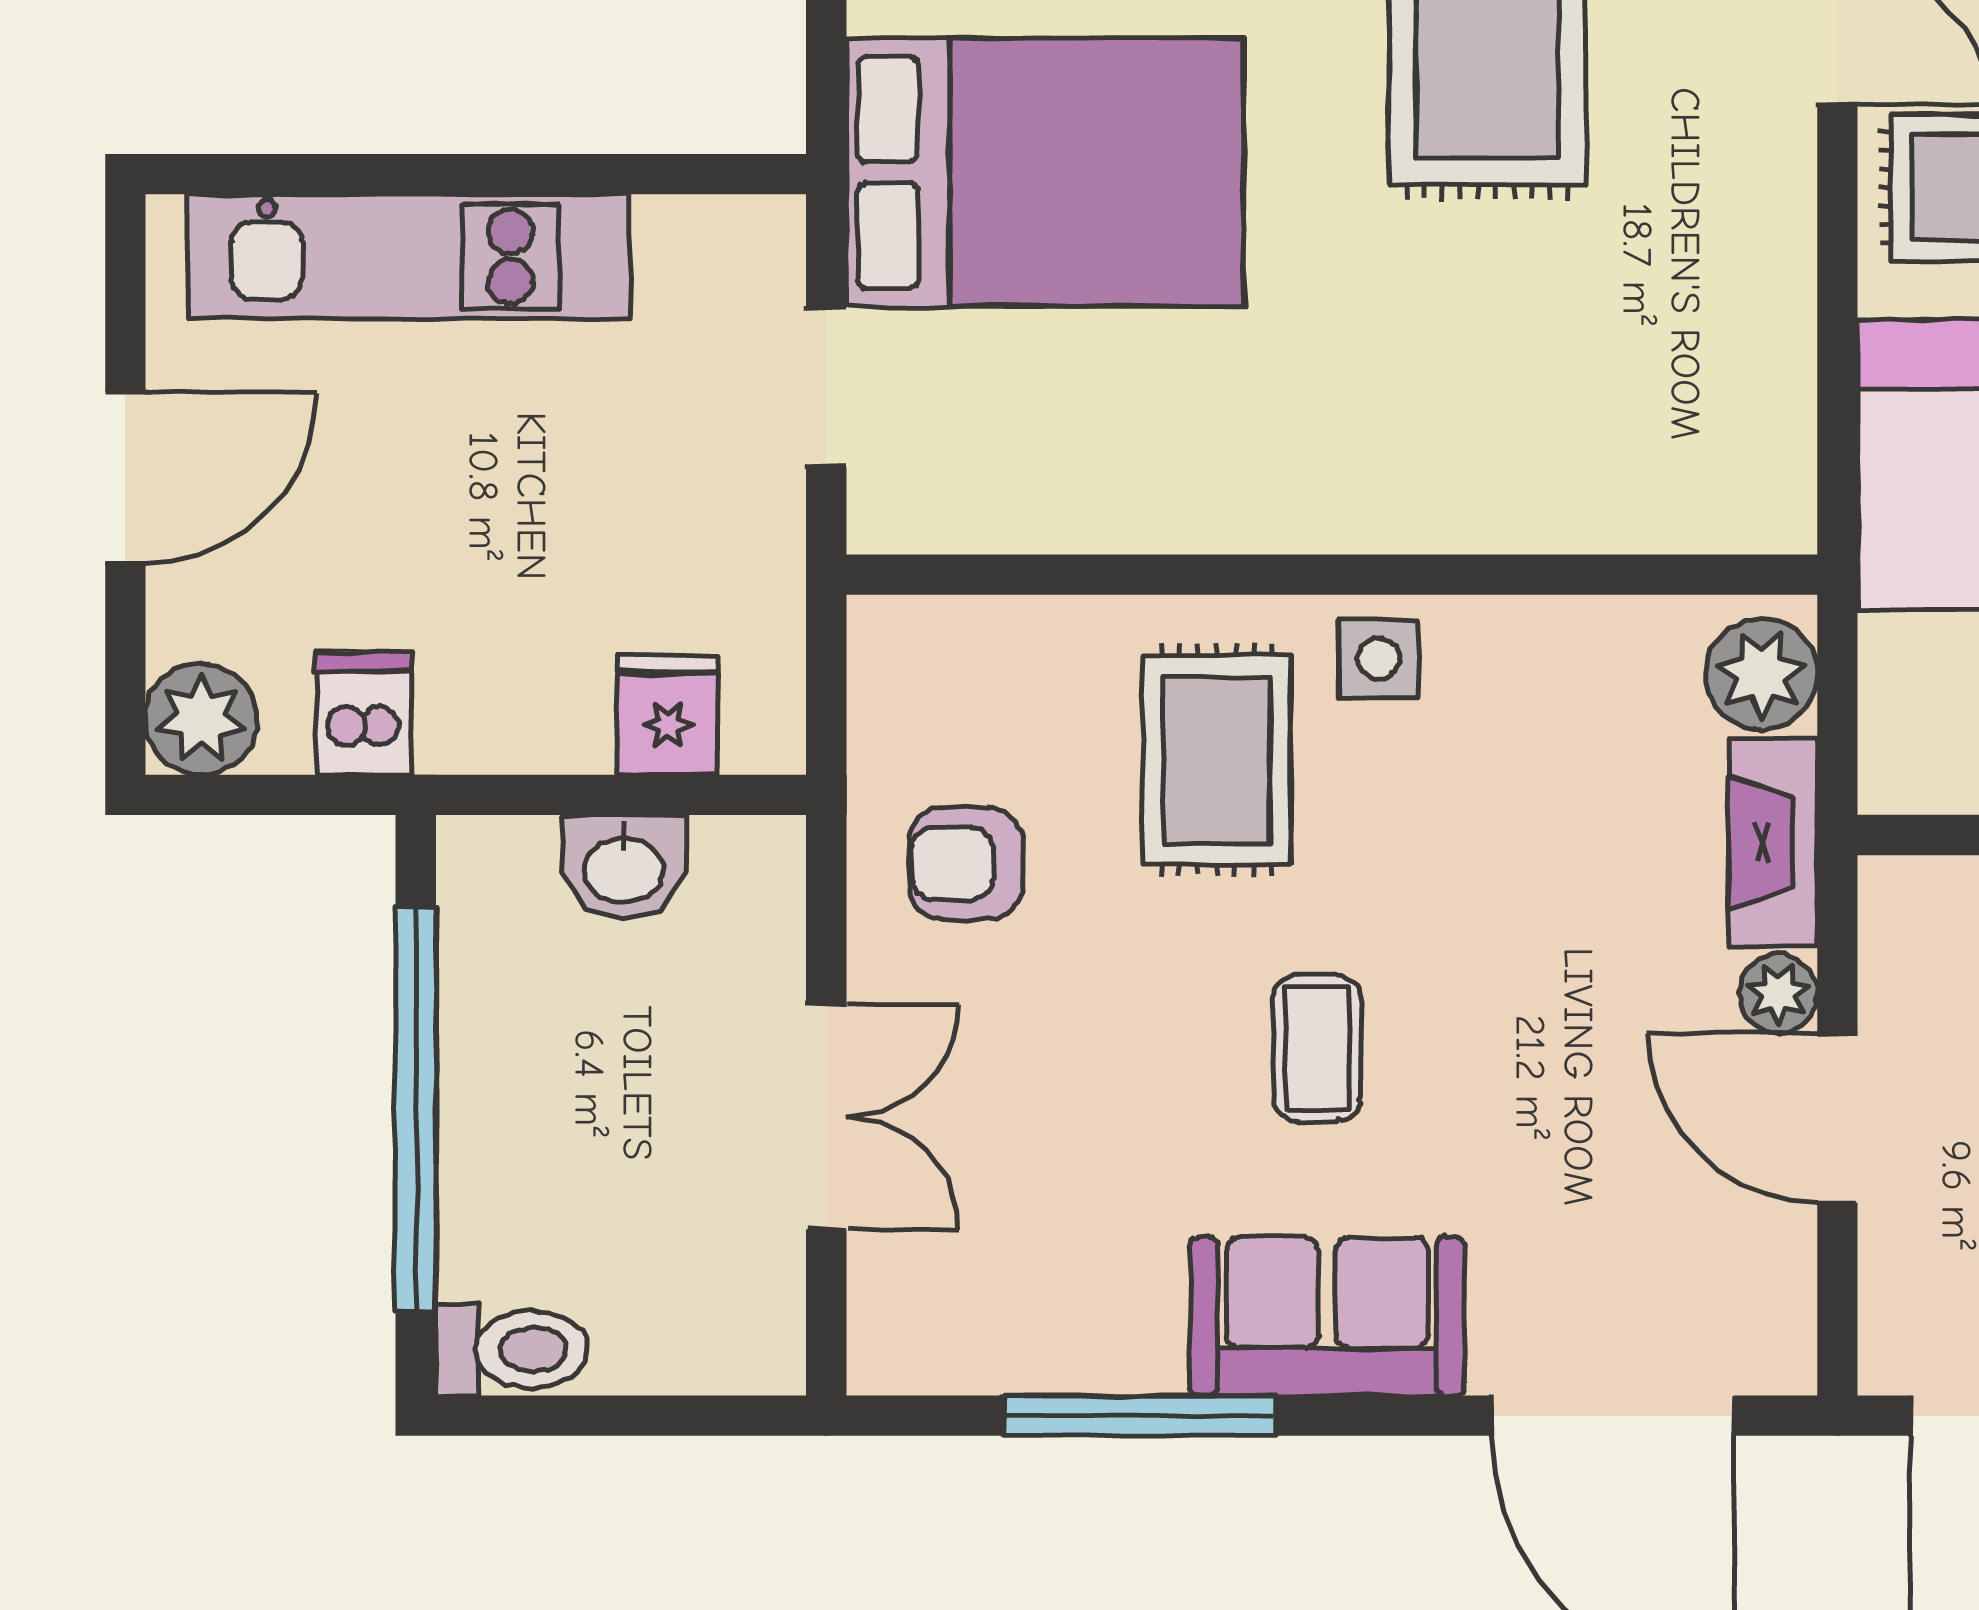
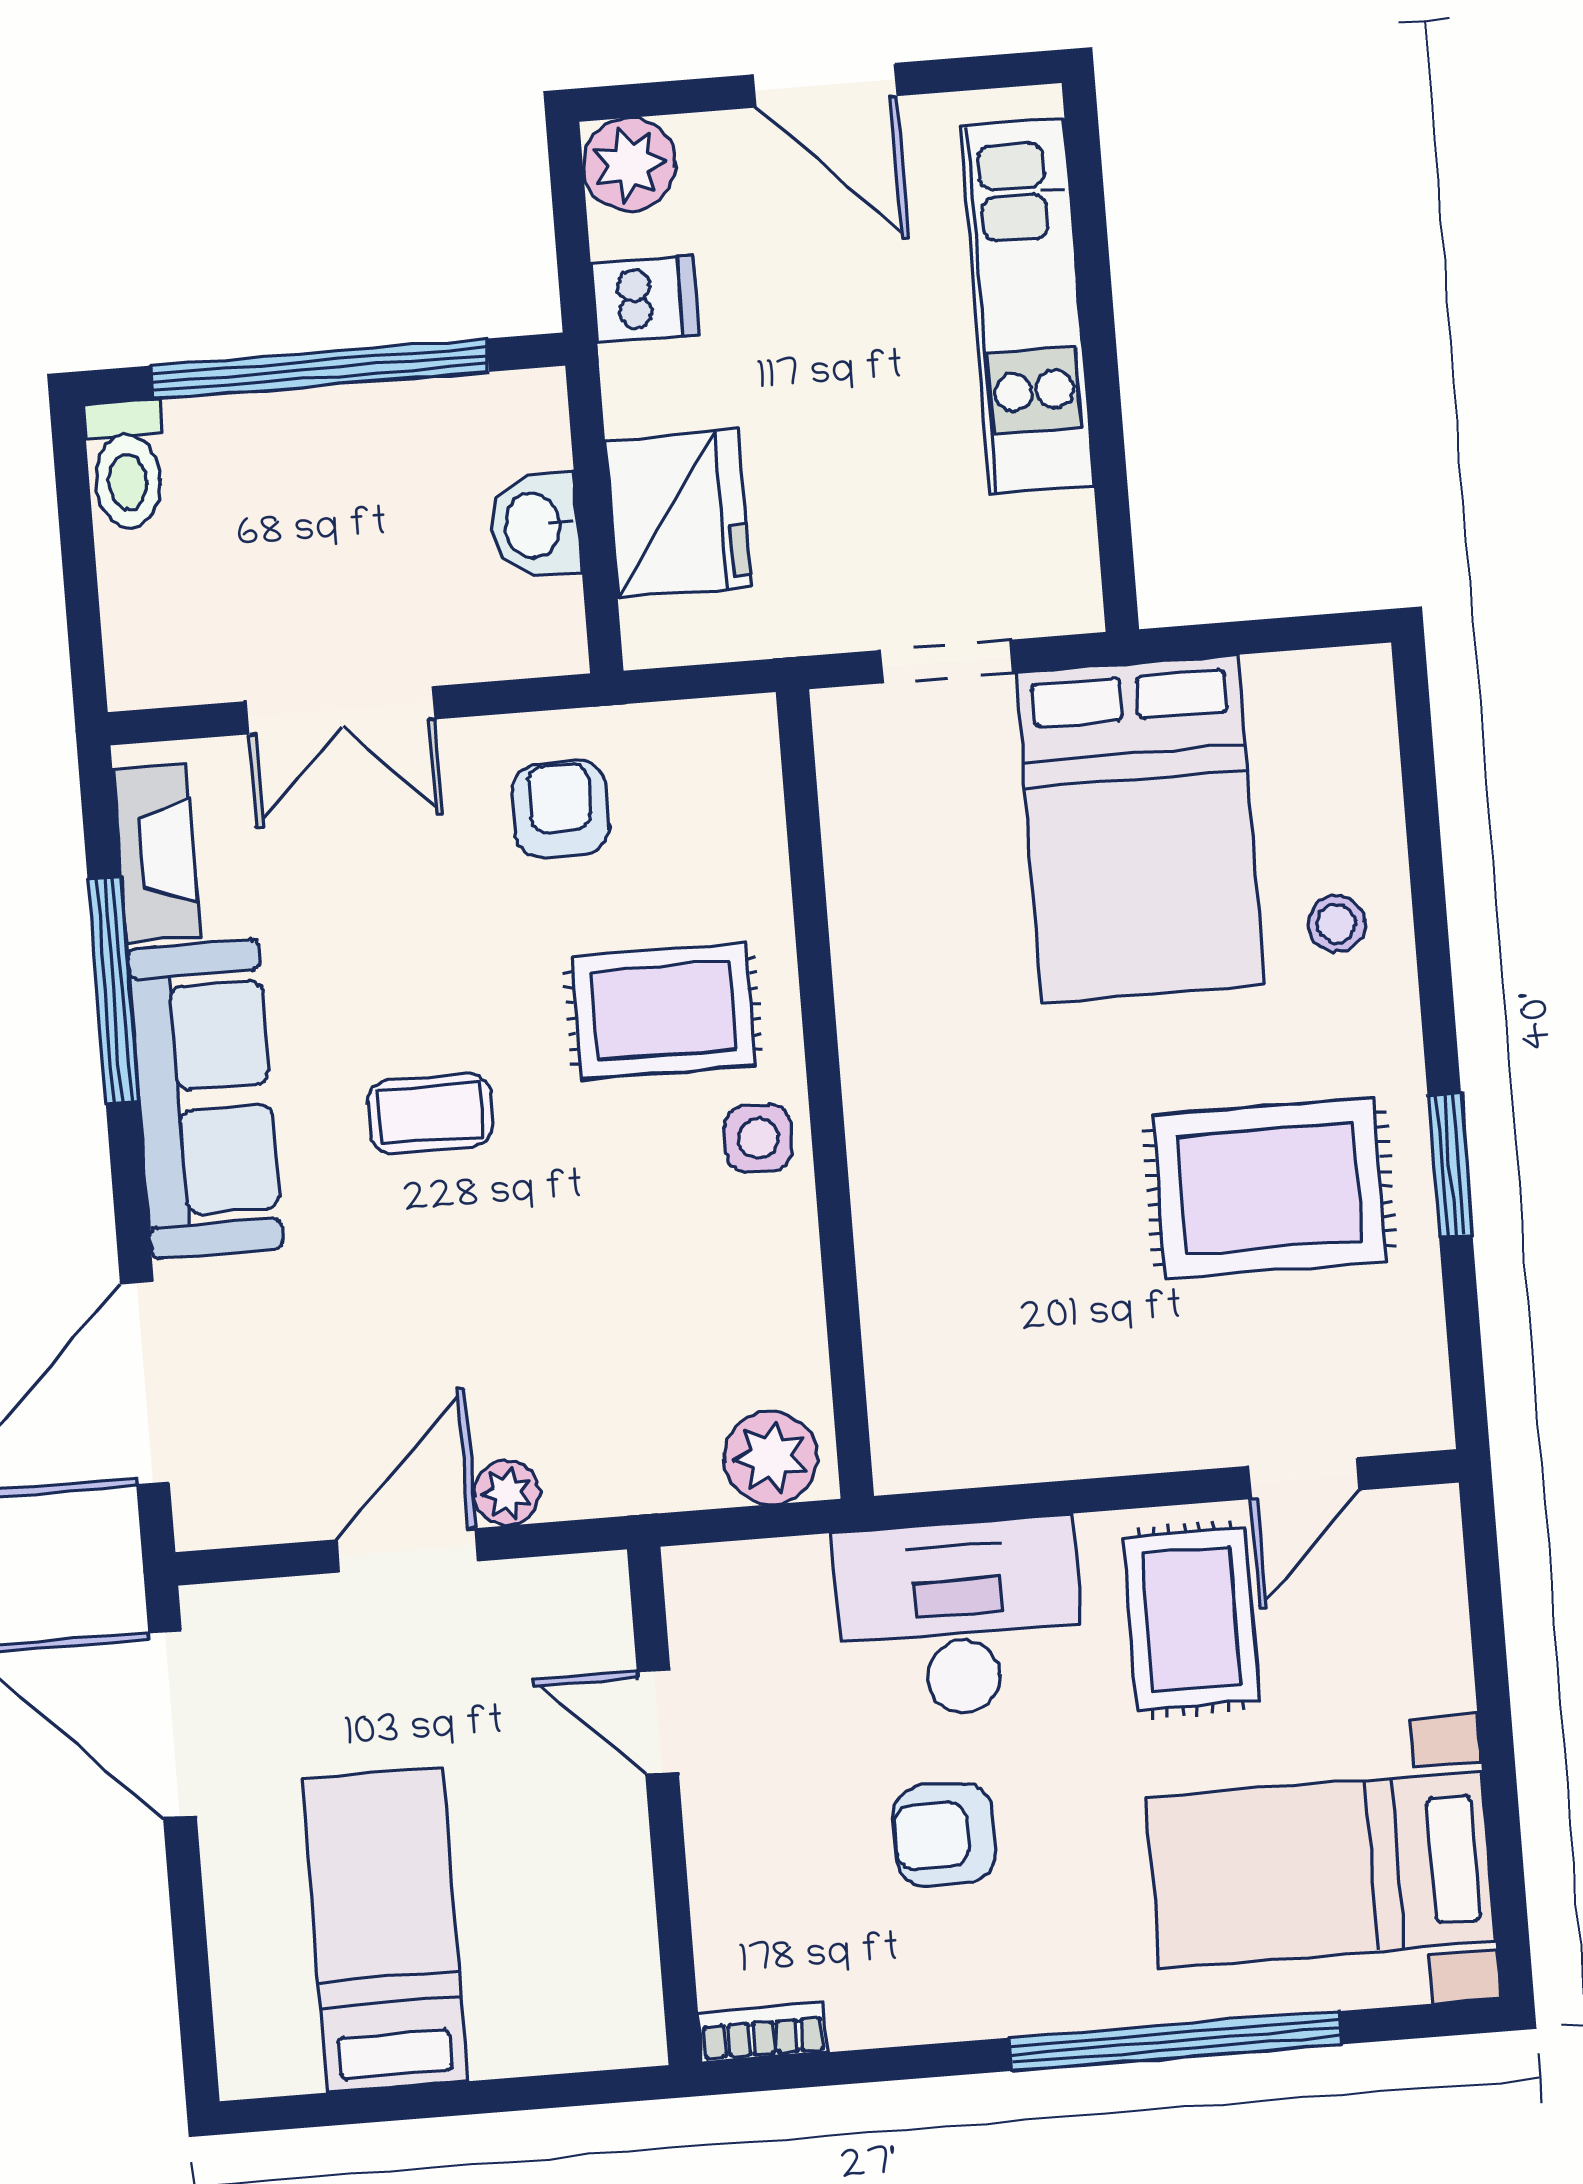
fridge: (668, 715) -> (678, 514), width x1.88, depth x1.34
fireplace: (1773, 842) -> (156, 853), moved, turned 90
sofa: (1327, 1316) -> (205, 1099), width x1.36

